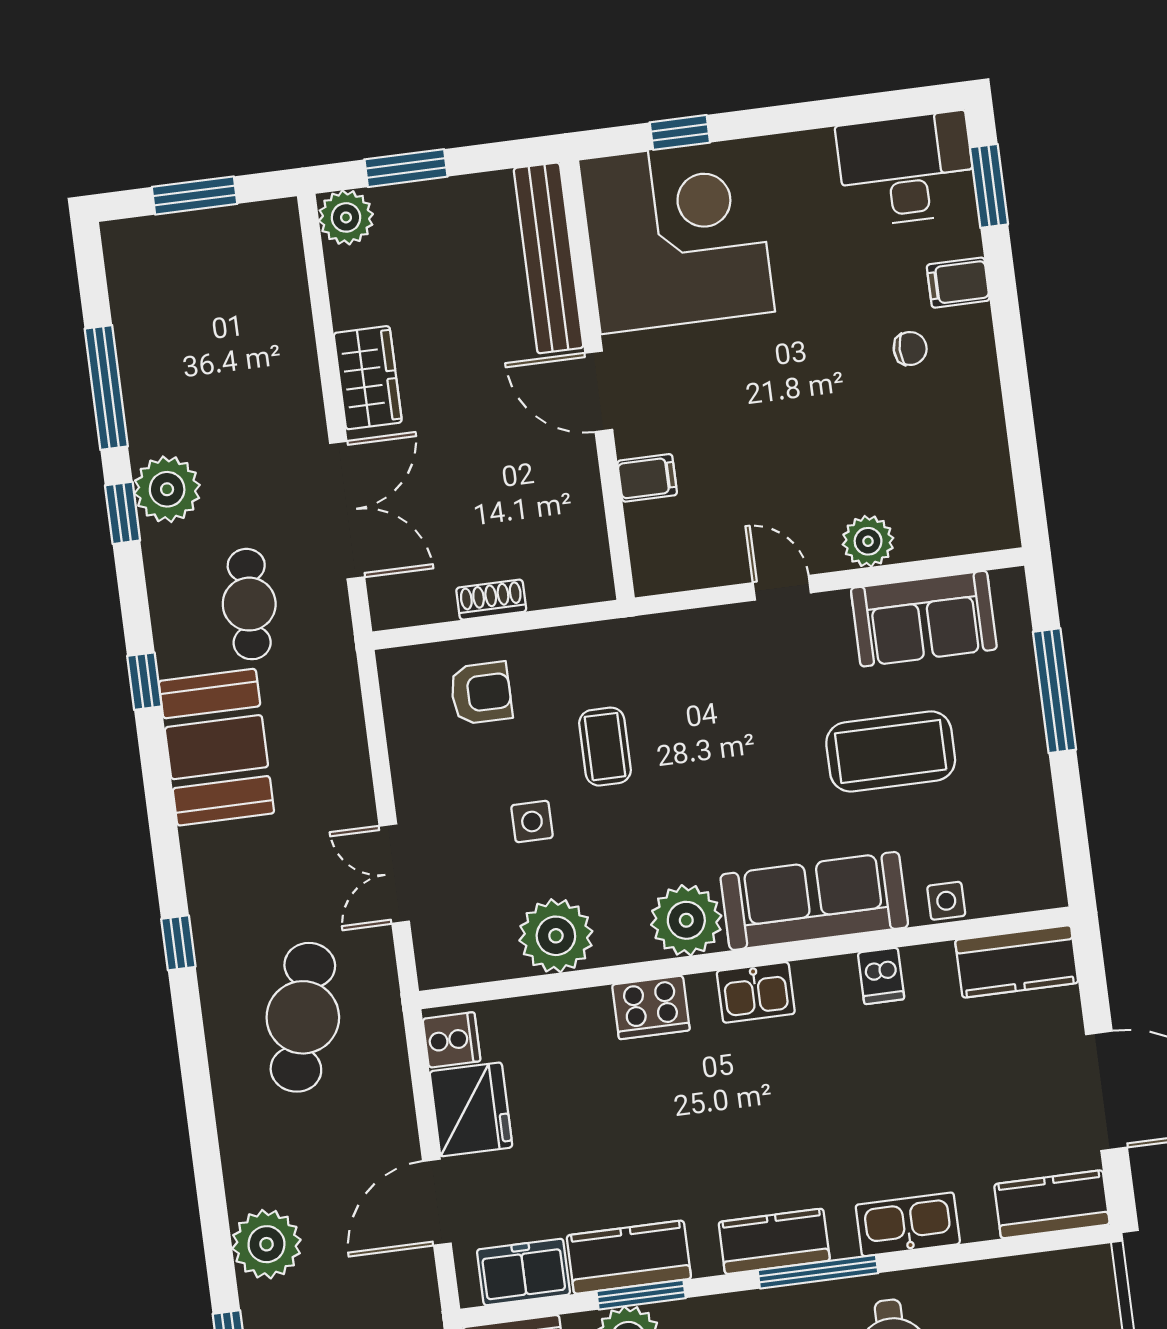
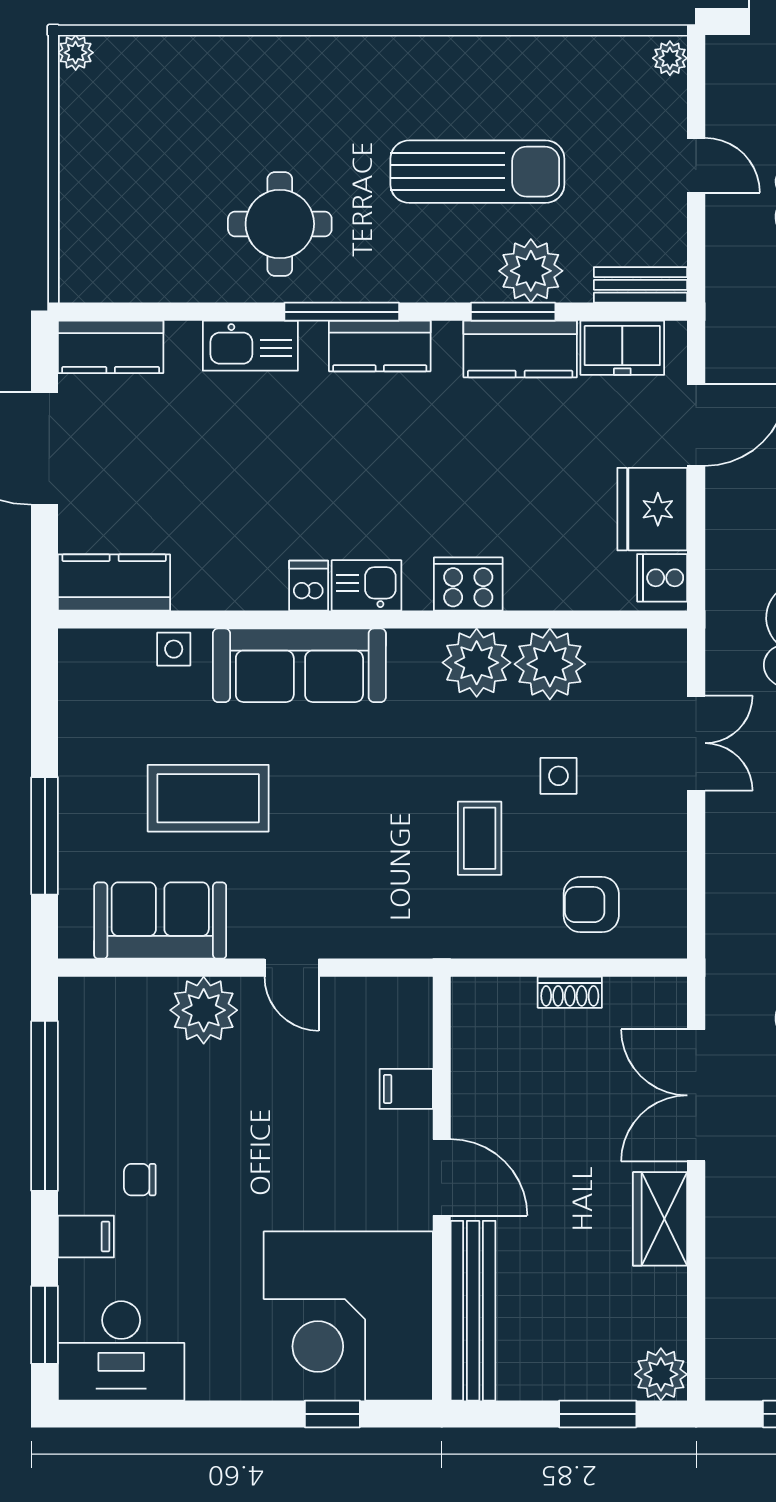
window: (1018, 412) -> (45, 1106), added
plant: (868, 541) -> (204, 1010), width x1.36, depth x1.36
plant: (686, 920) -> (477, 663), moved
dishwasher: (881, 976) -> (309, 586), moved

